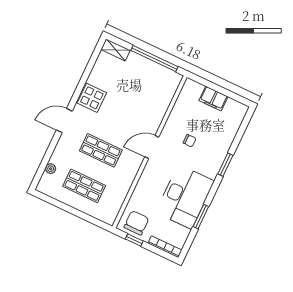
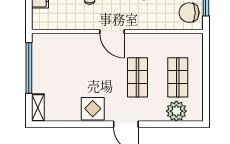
plant: (51, 169) -> (176, 111), width x1.87, depth x1.87

